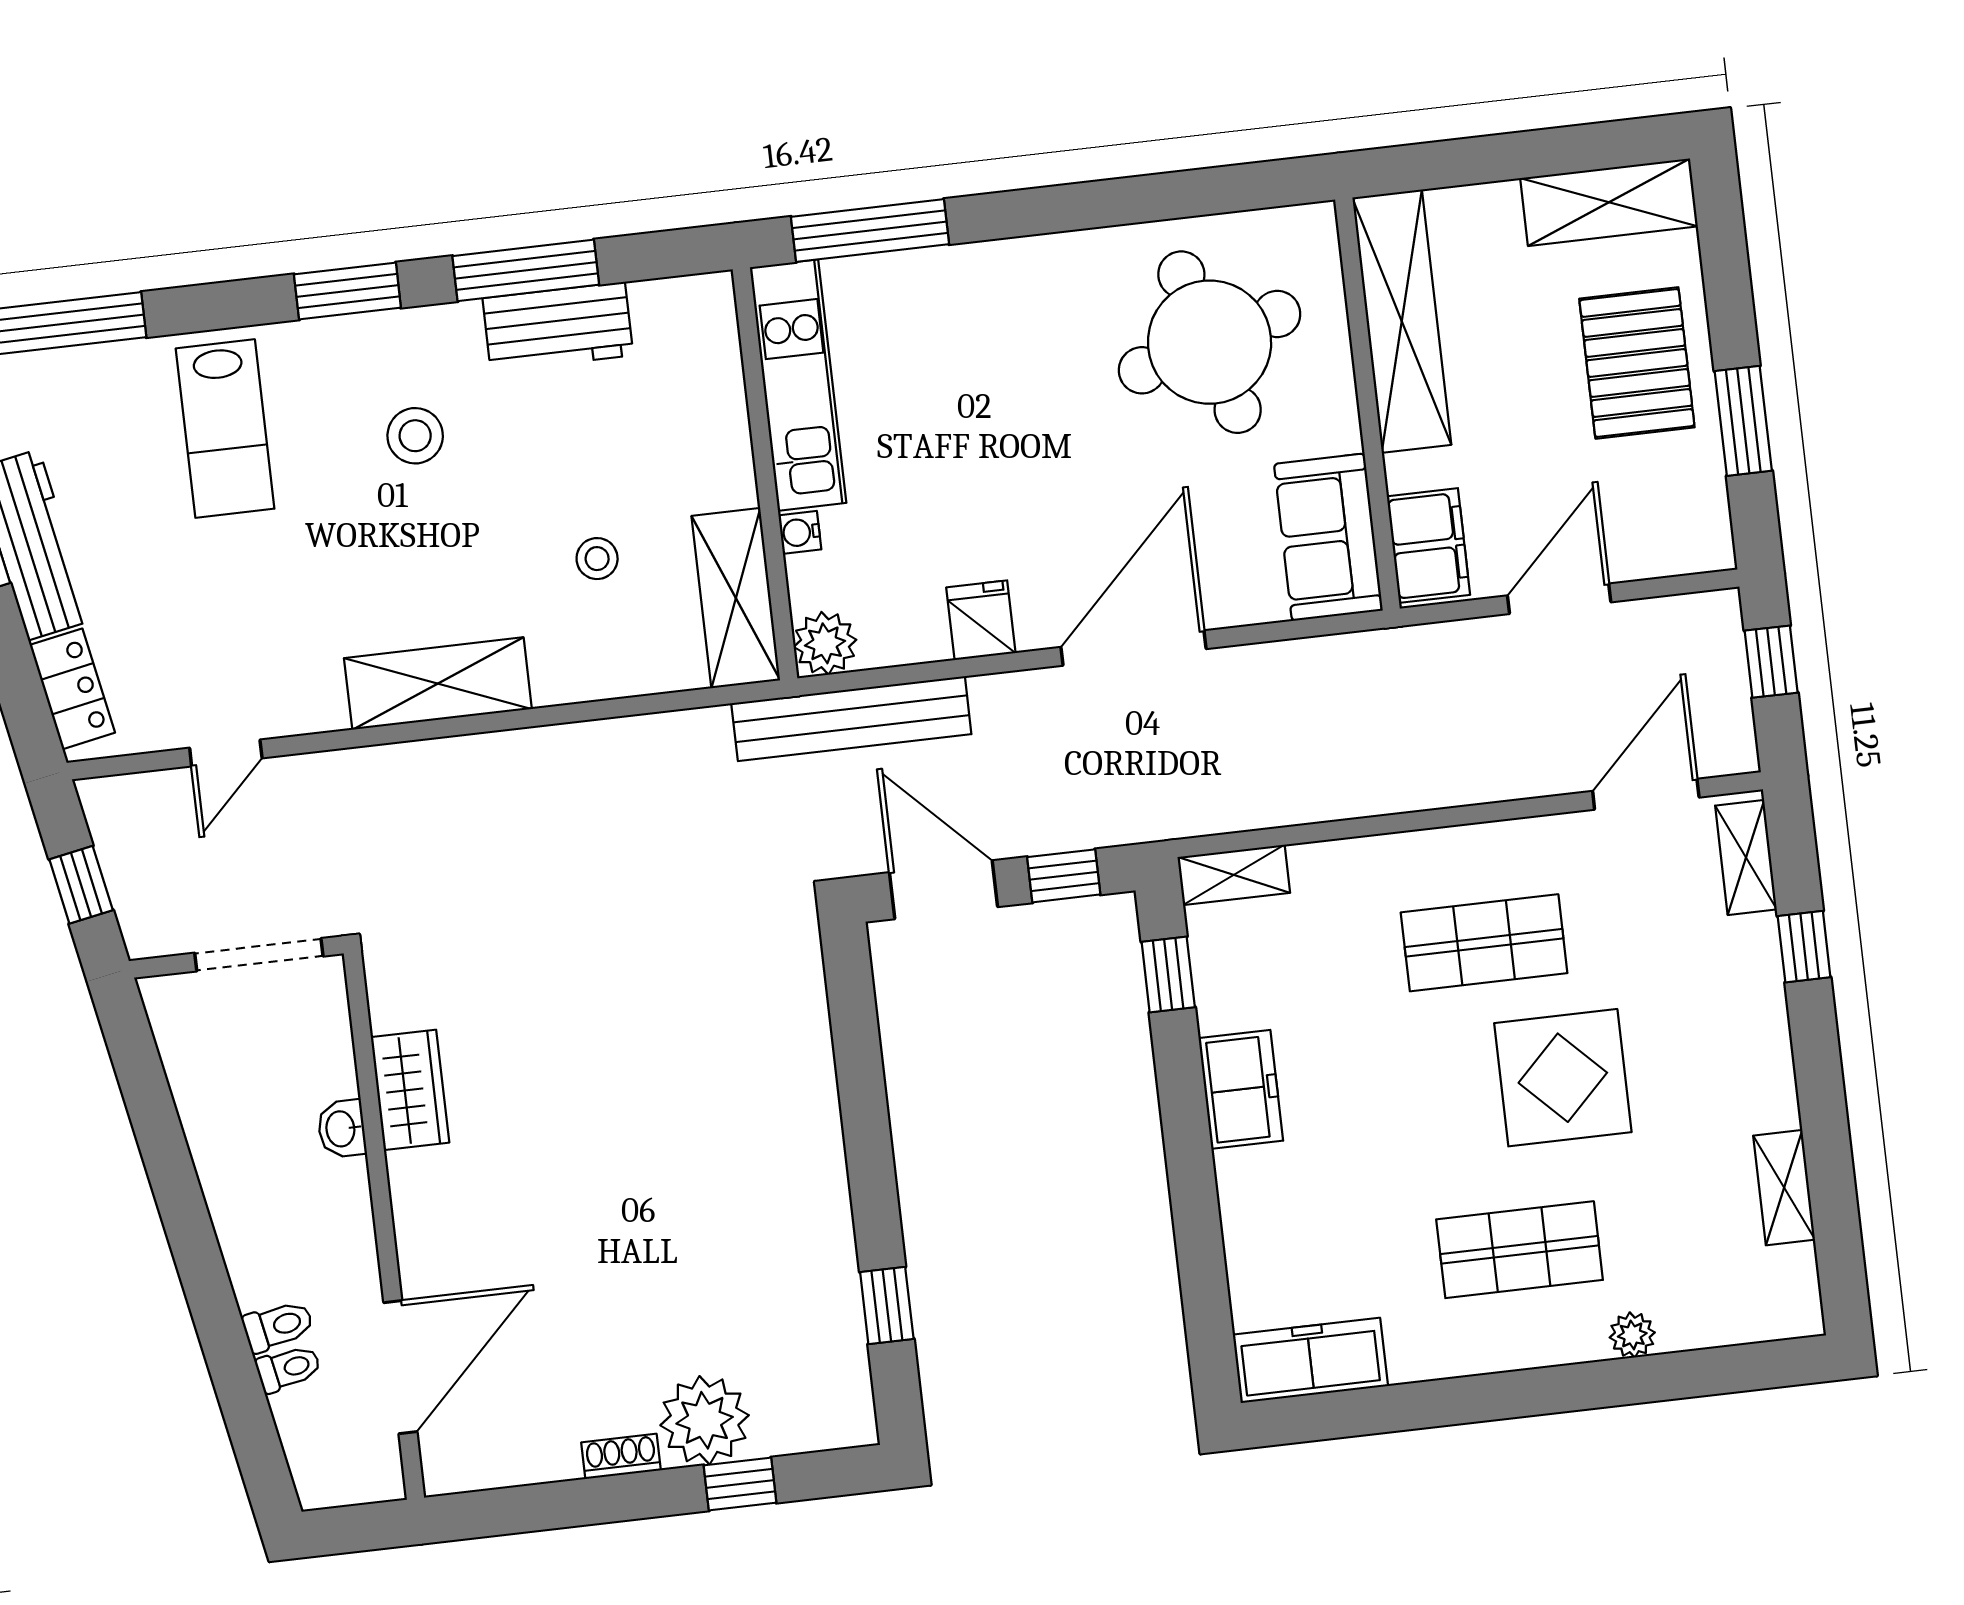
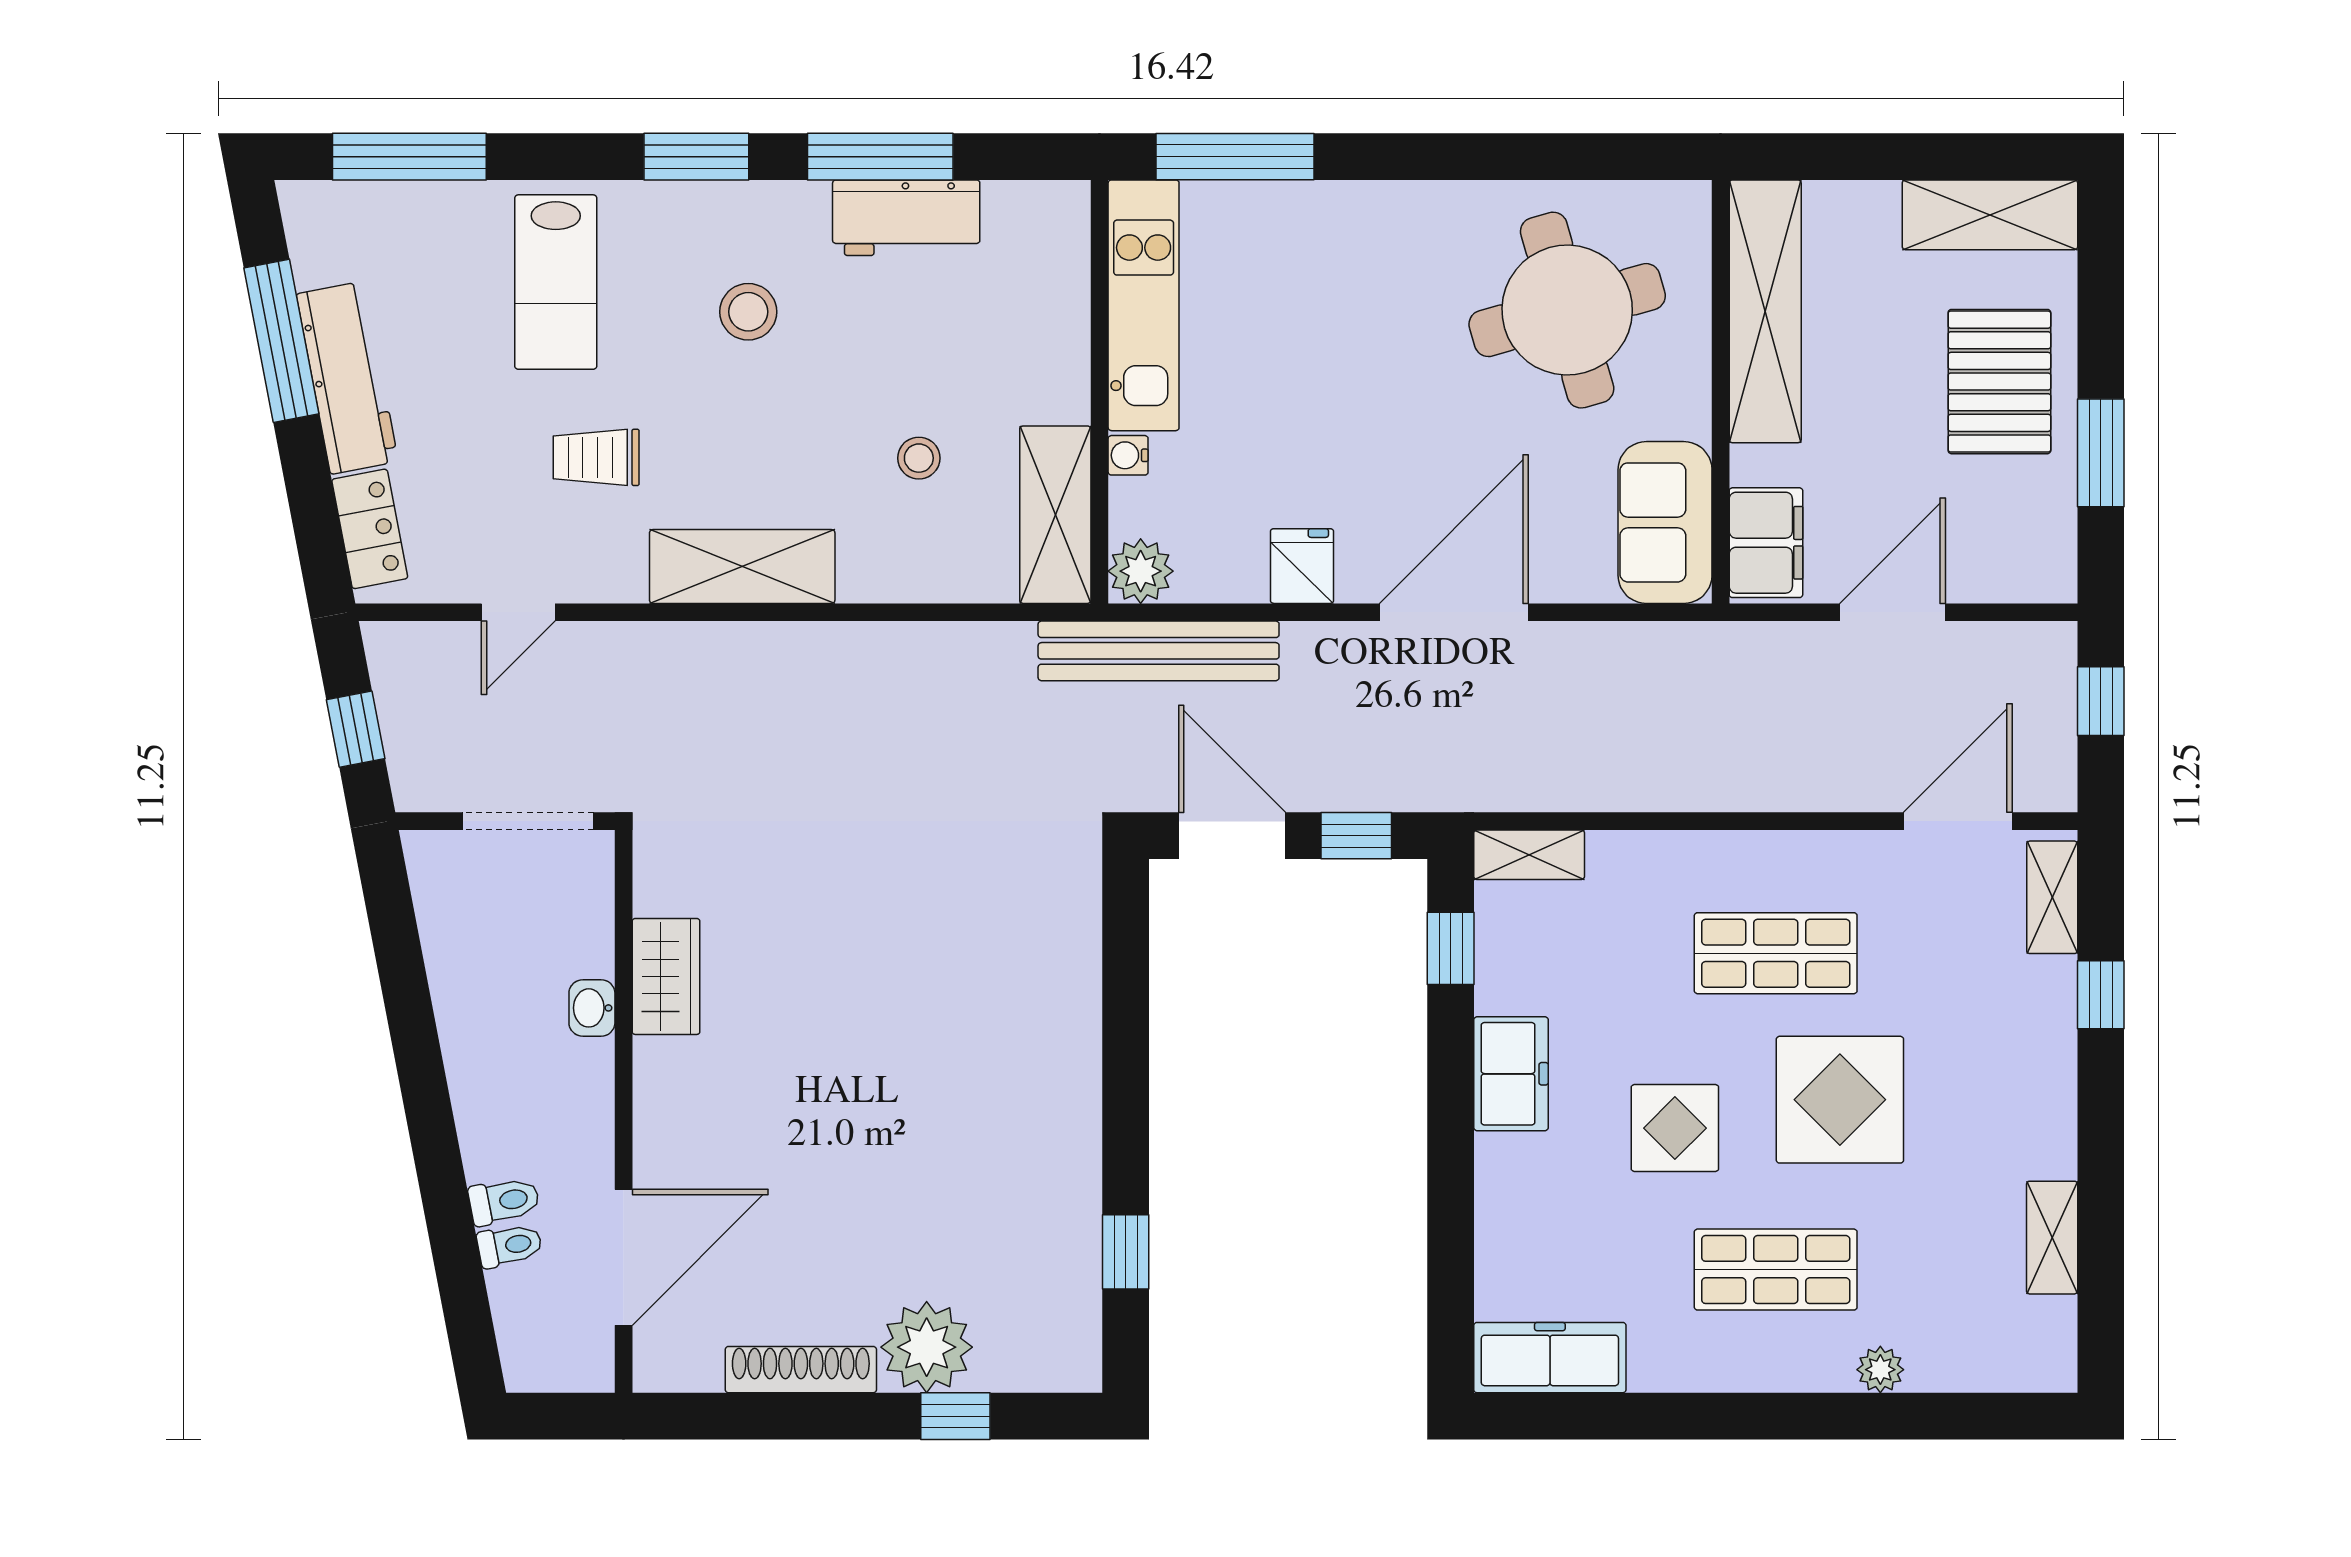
trolley: (284, 594) -> (596, 457), added
display table: (1406, 1124) -> (1675, 1128), added
shoe rack: (621, 1456) -> (801, 1370), width x1.94, depth x1.24

